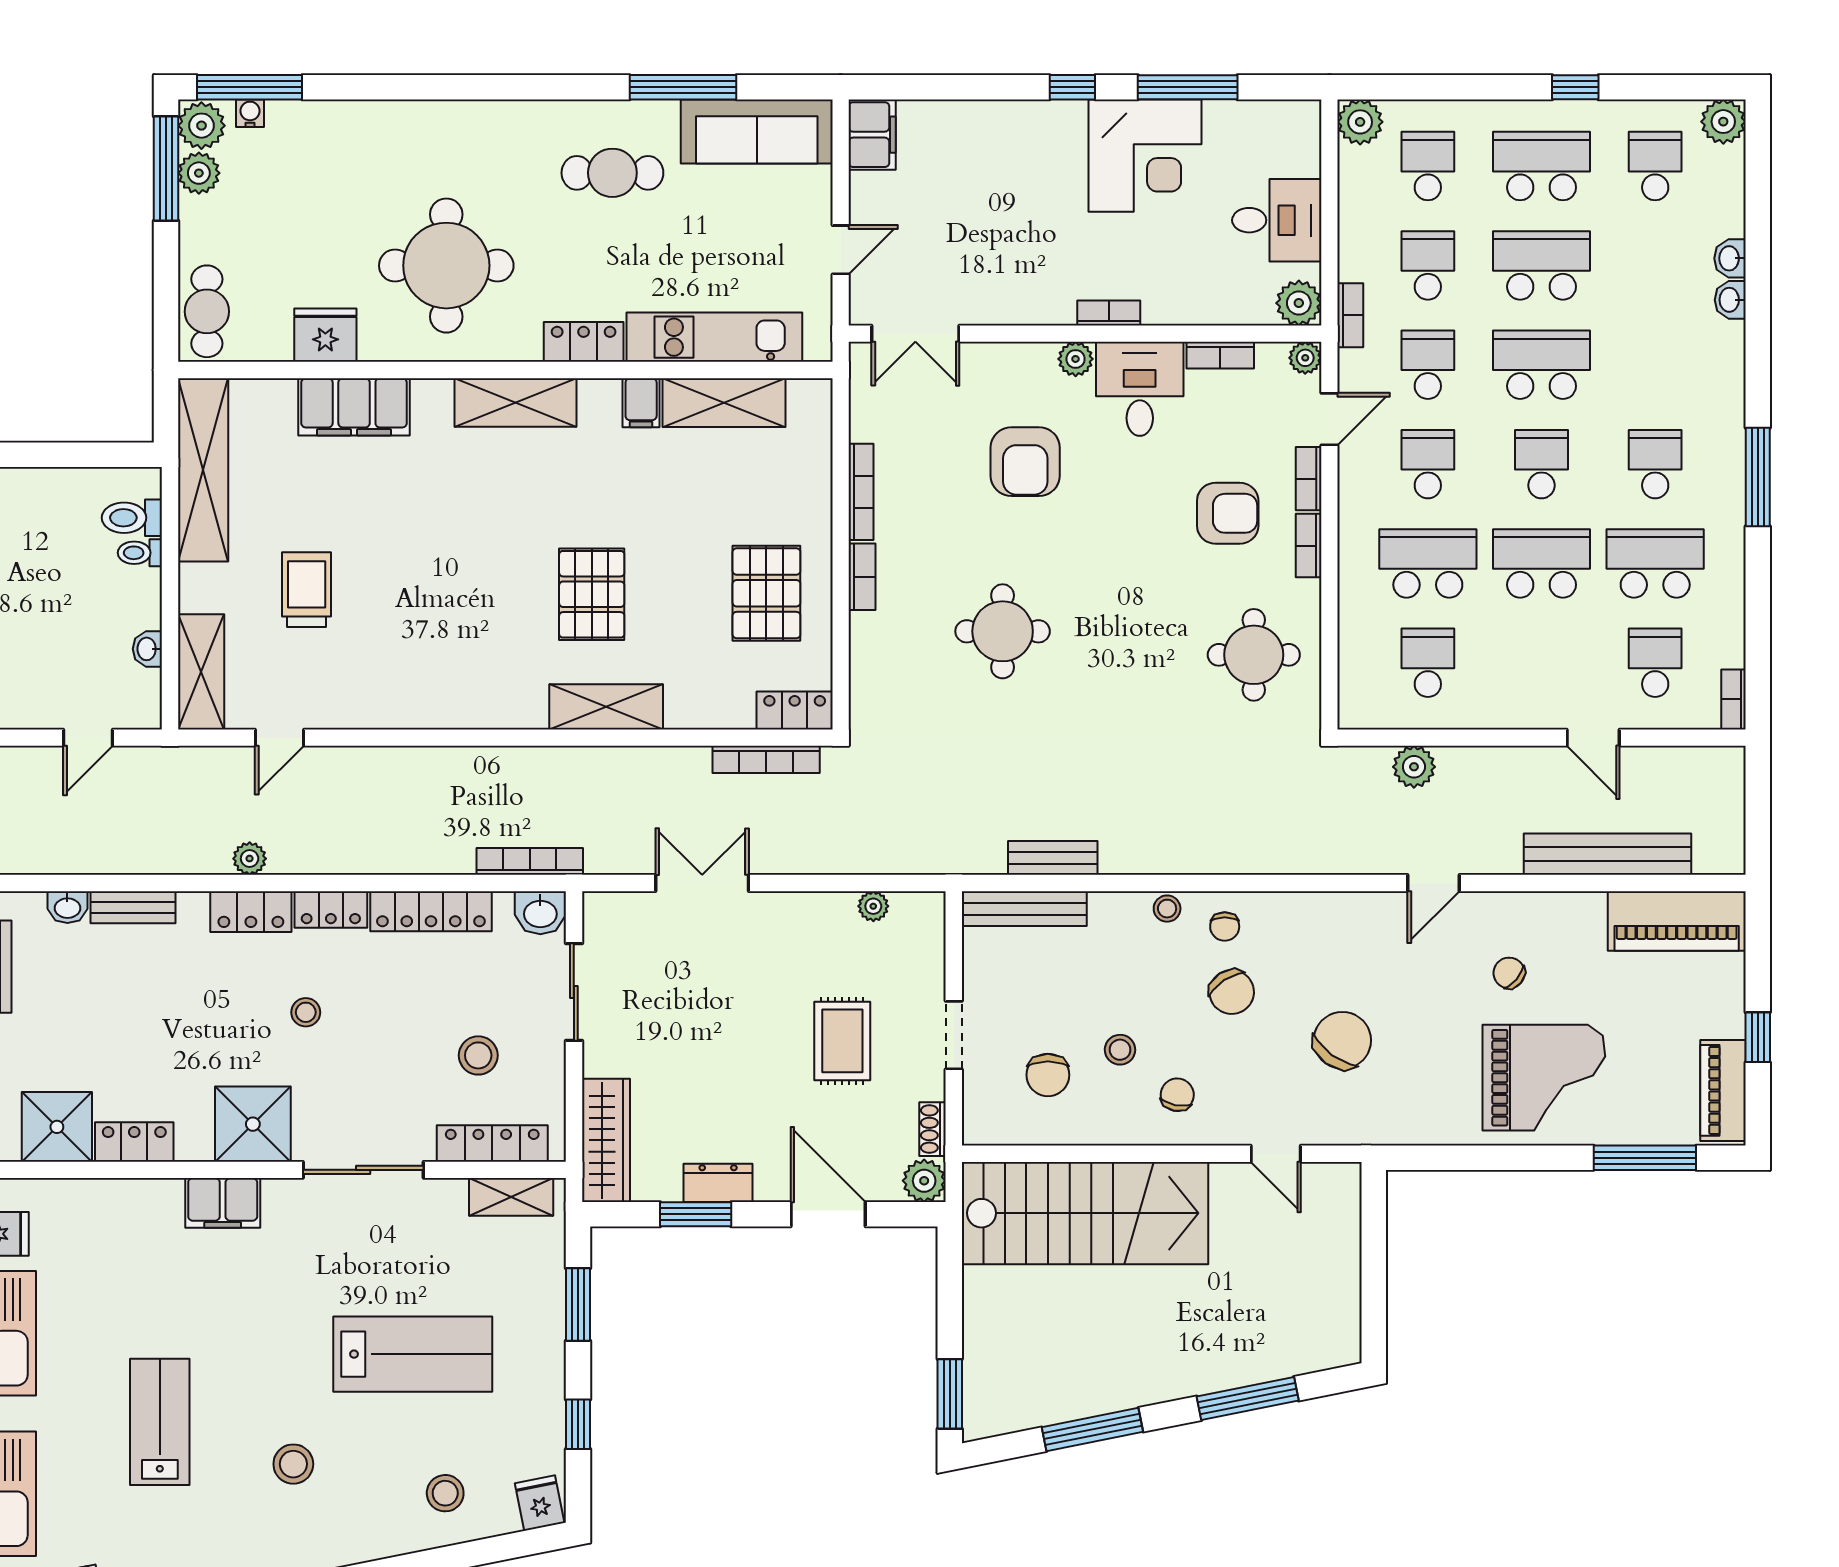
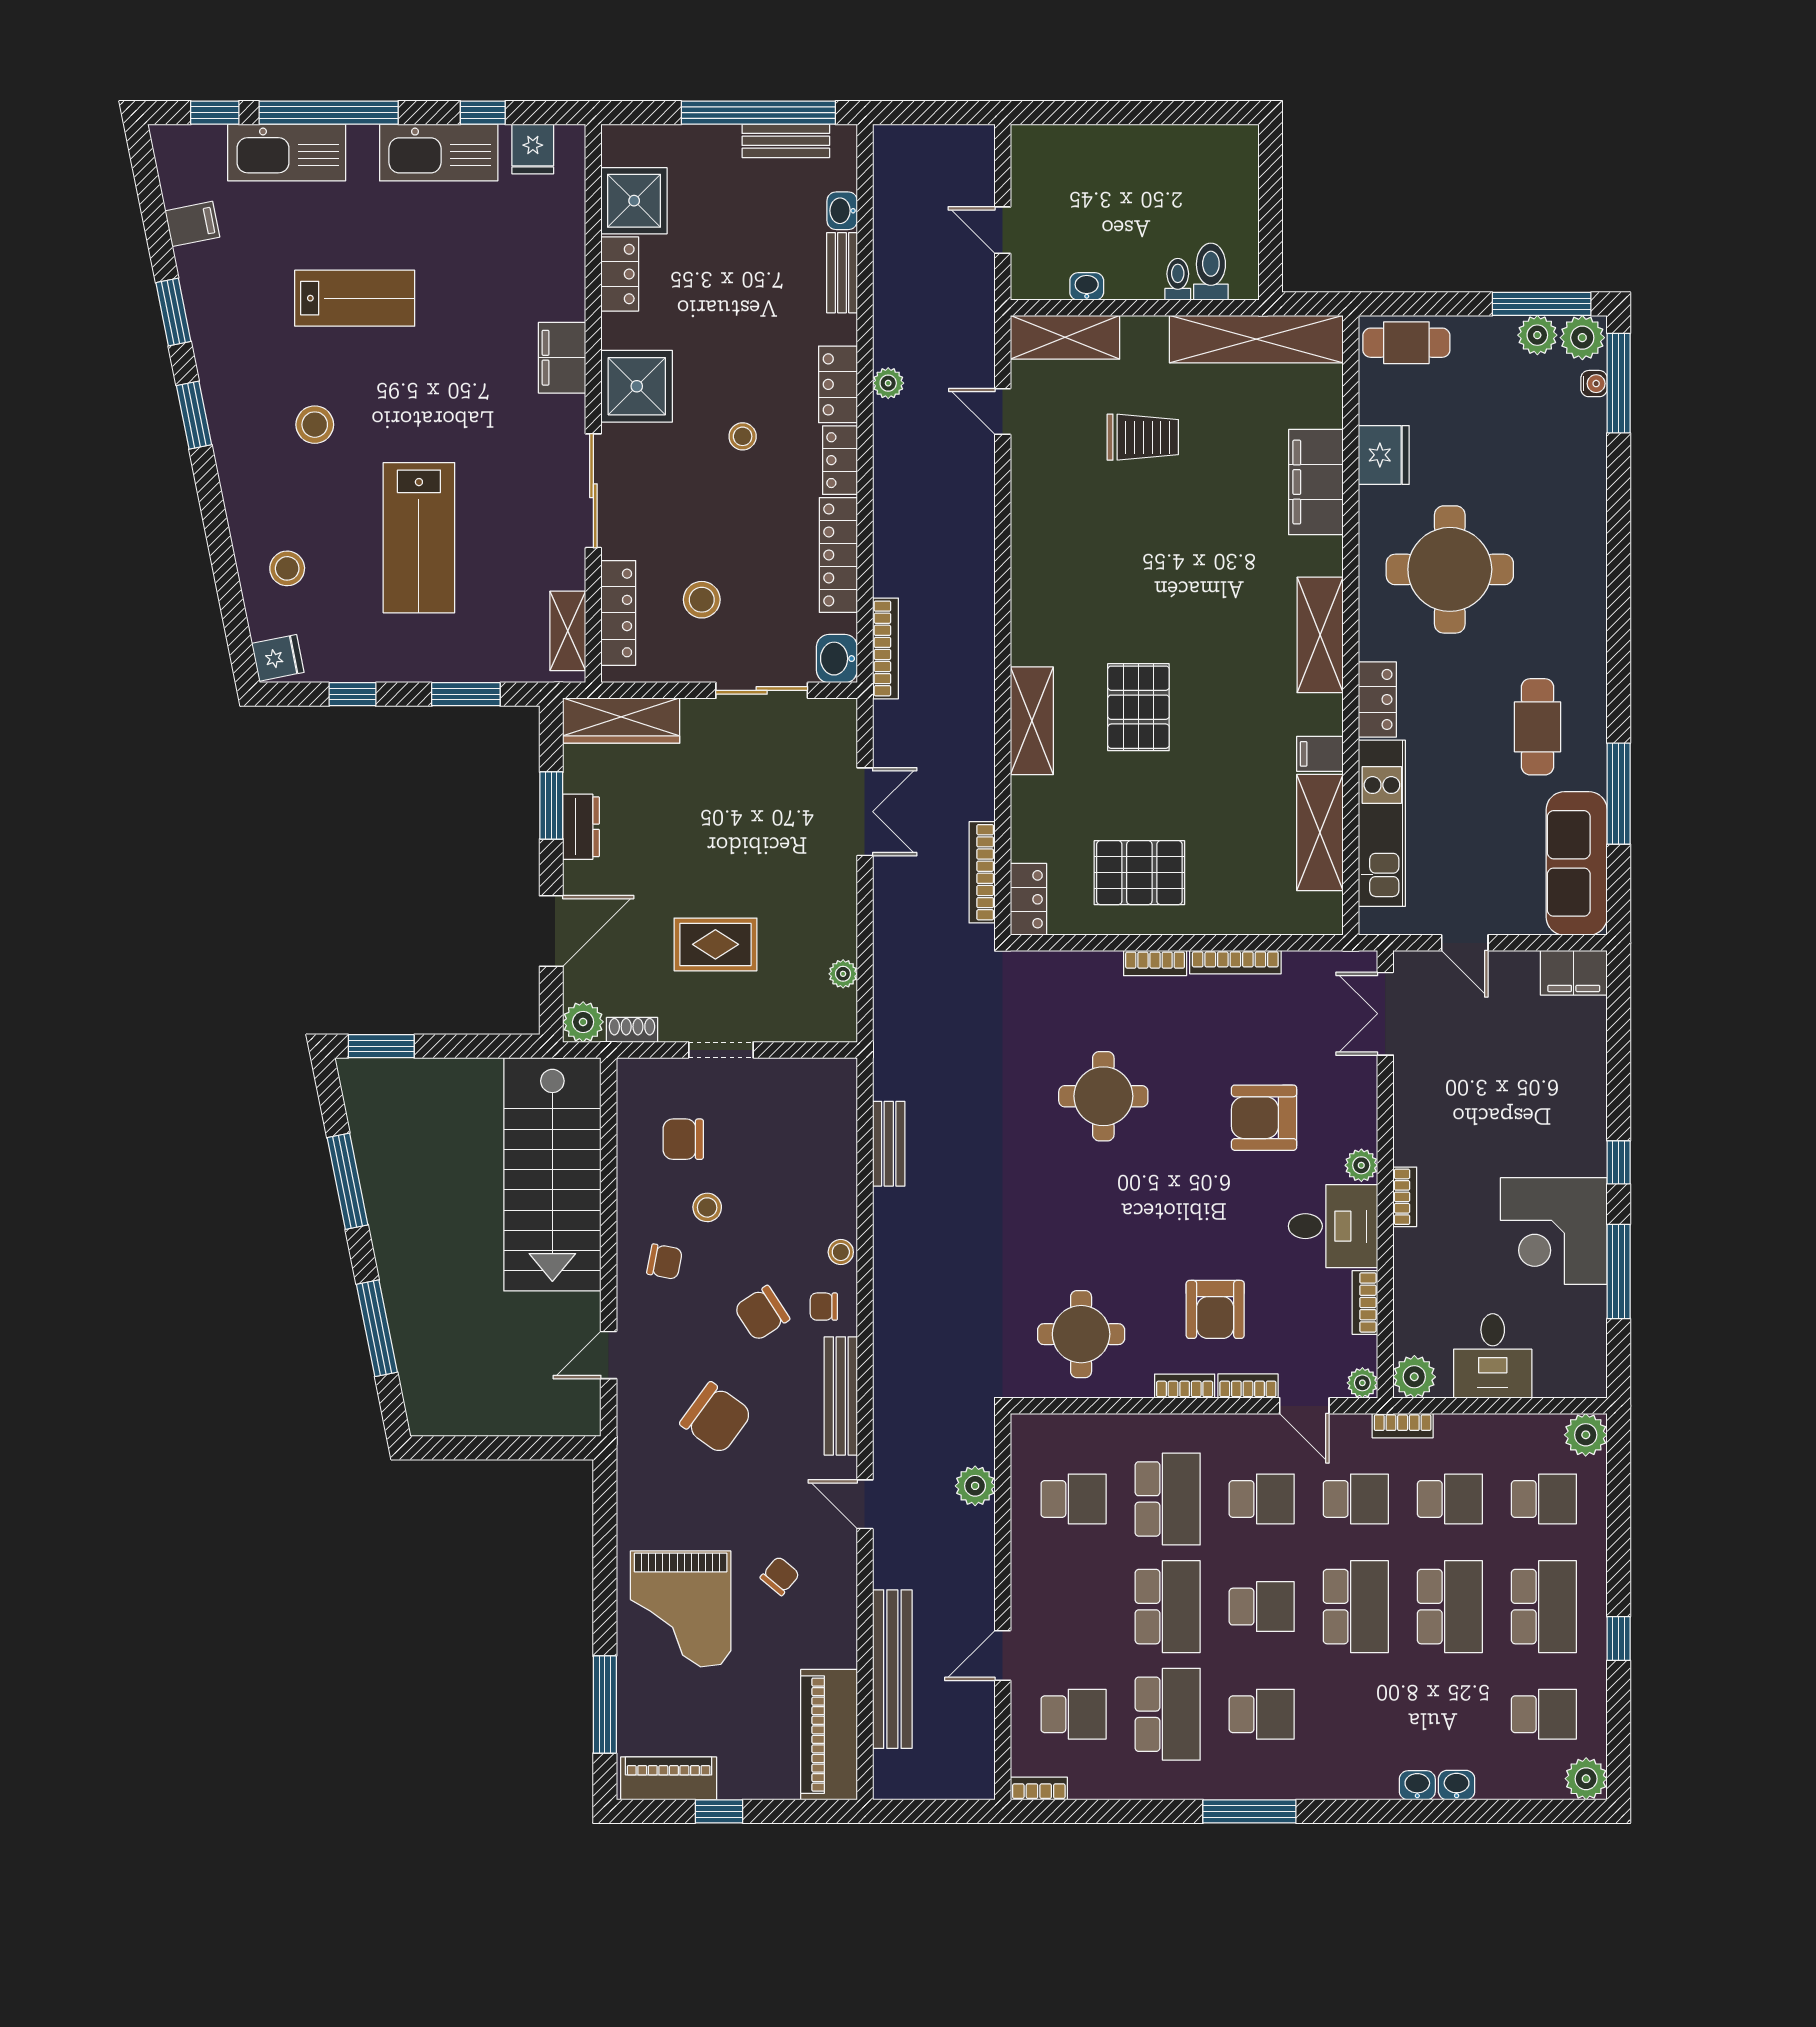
pallet: (592, 594) -> (1138, 707), turned 90
bench: (1024, 909) -> (841, 1396), moved

